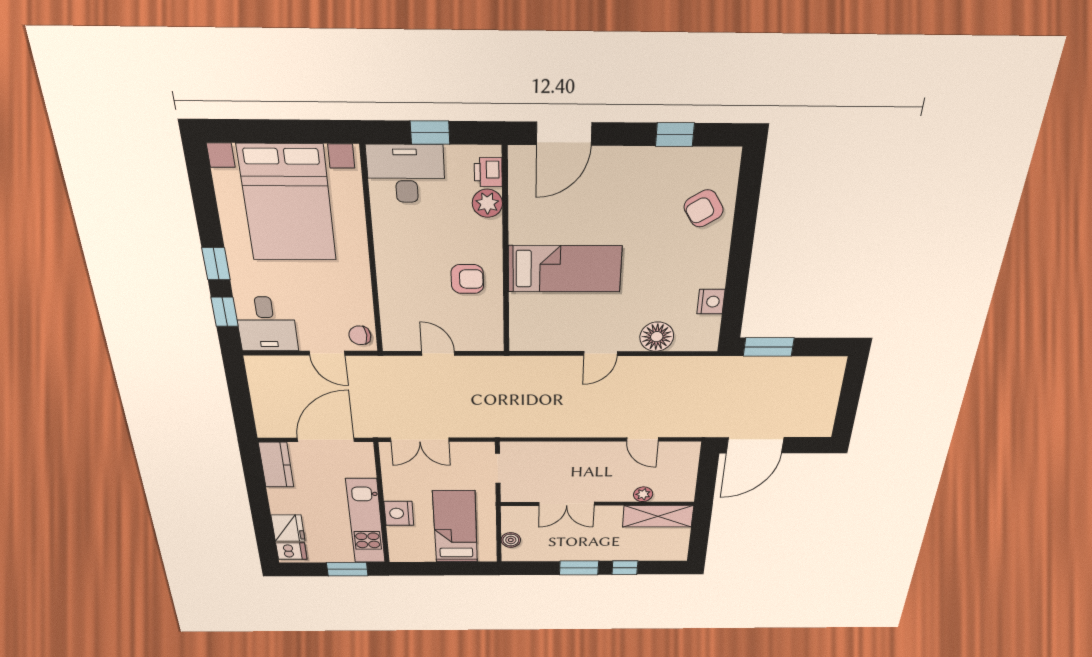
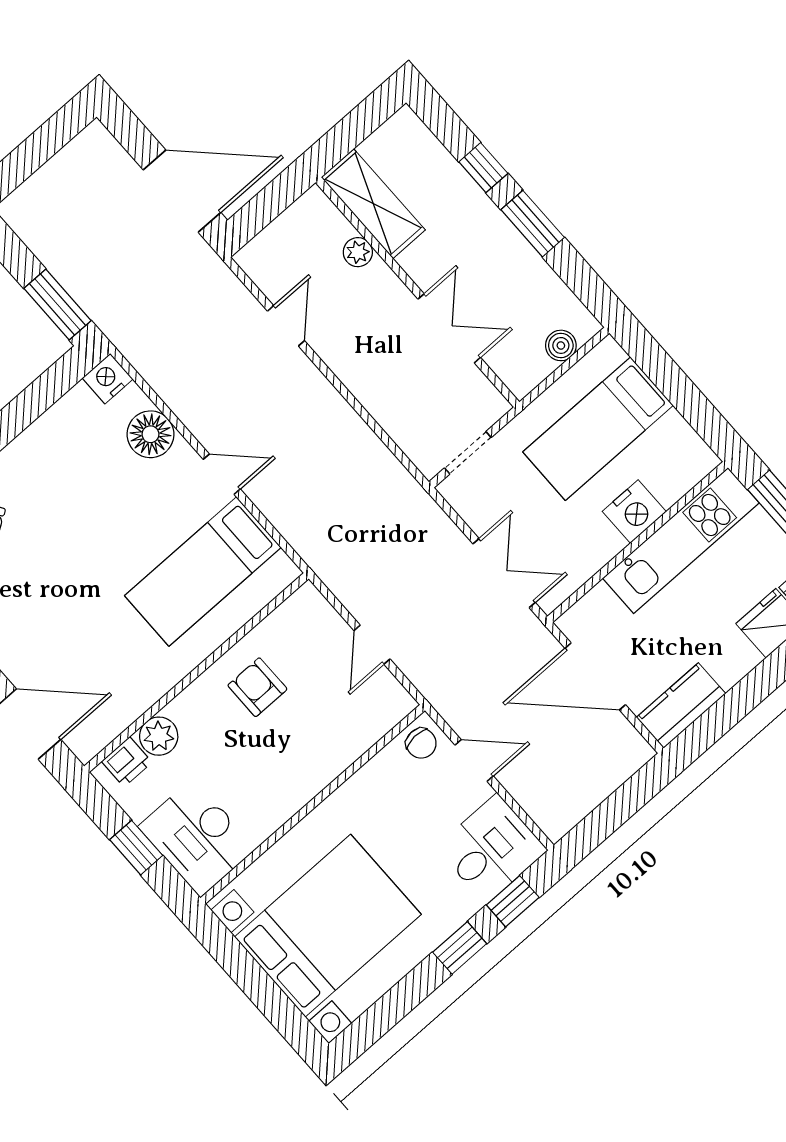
bed: (565, 269) -> (203, 572), moved, turned -90
nightstand: (711, 302) -> (108, 379), moved
door: (327, 353) -> (474, 761), hinge flipped

